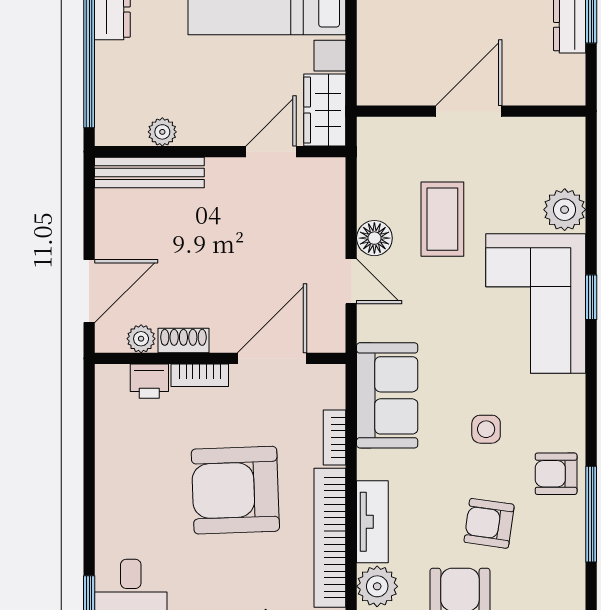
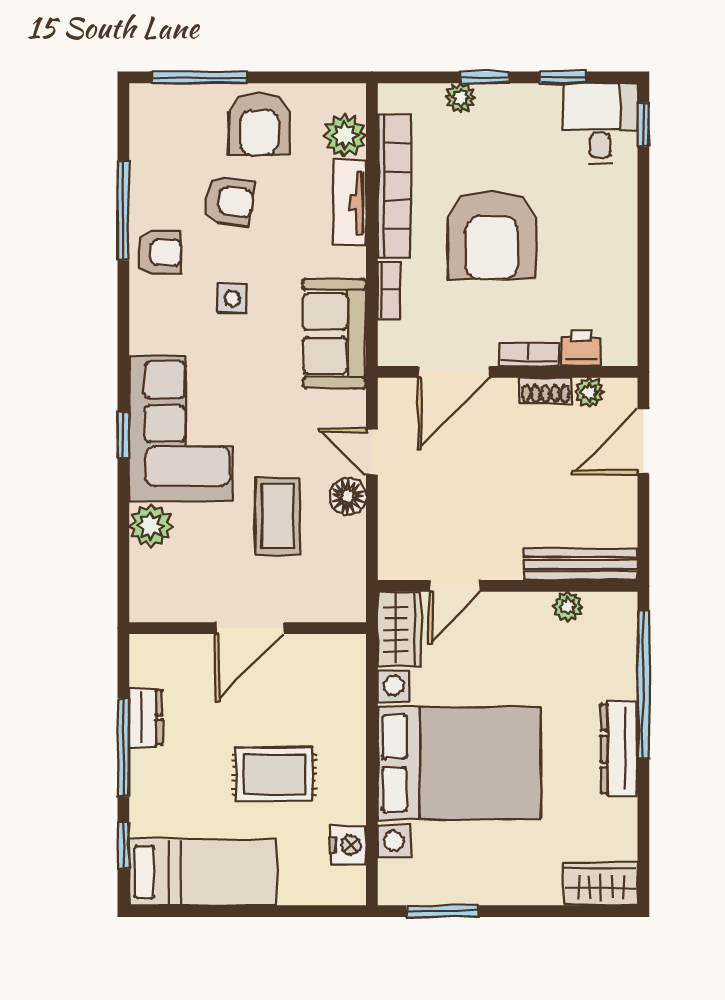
armchair: (235, 490) -> (492, 235), turned 92

